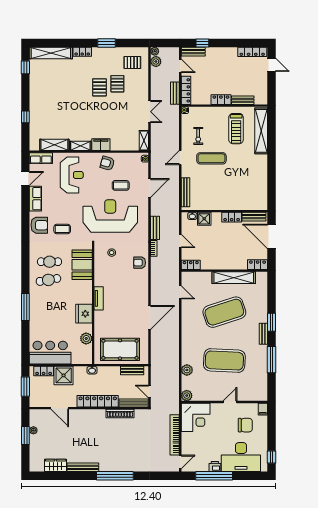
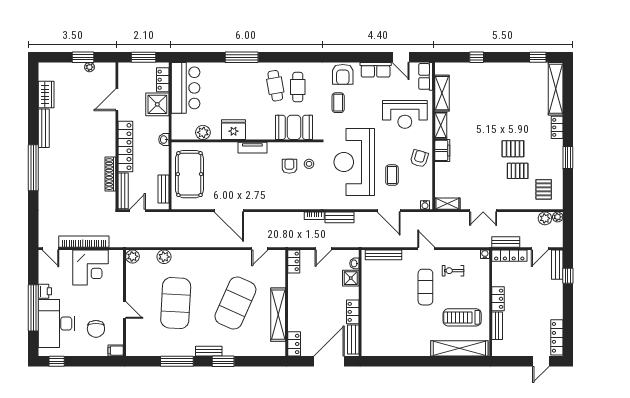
reception desk: (110, 216) -> (354, 162), turned 180
armchair: (140, 263) -> (289, 166), moved
exercise mat: (224, 312) -> (235, 303), turned 42
corner desk: (196, 417) -> (91, 267), moved, turned -90
window: (214, 476) -> (33, 308), moved

